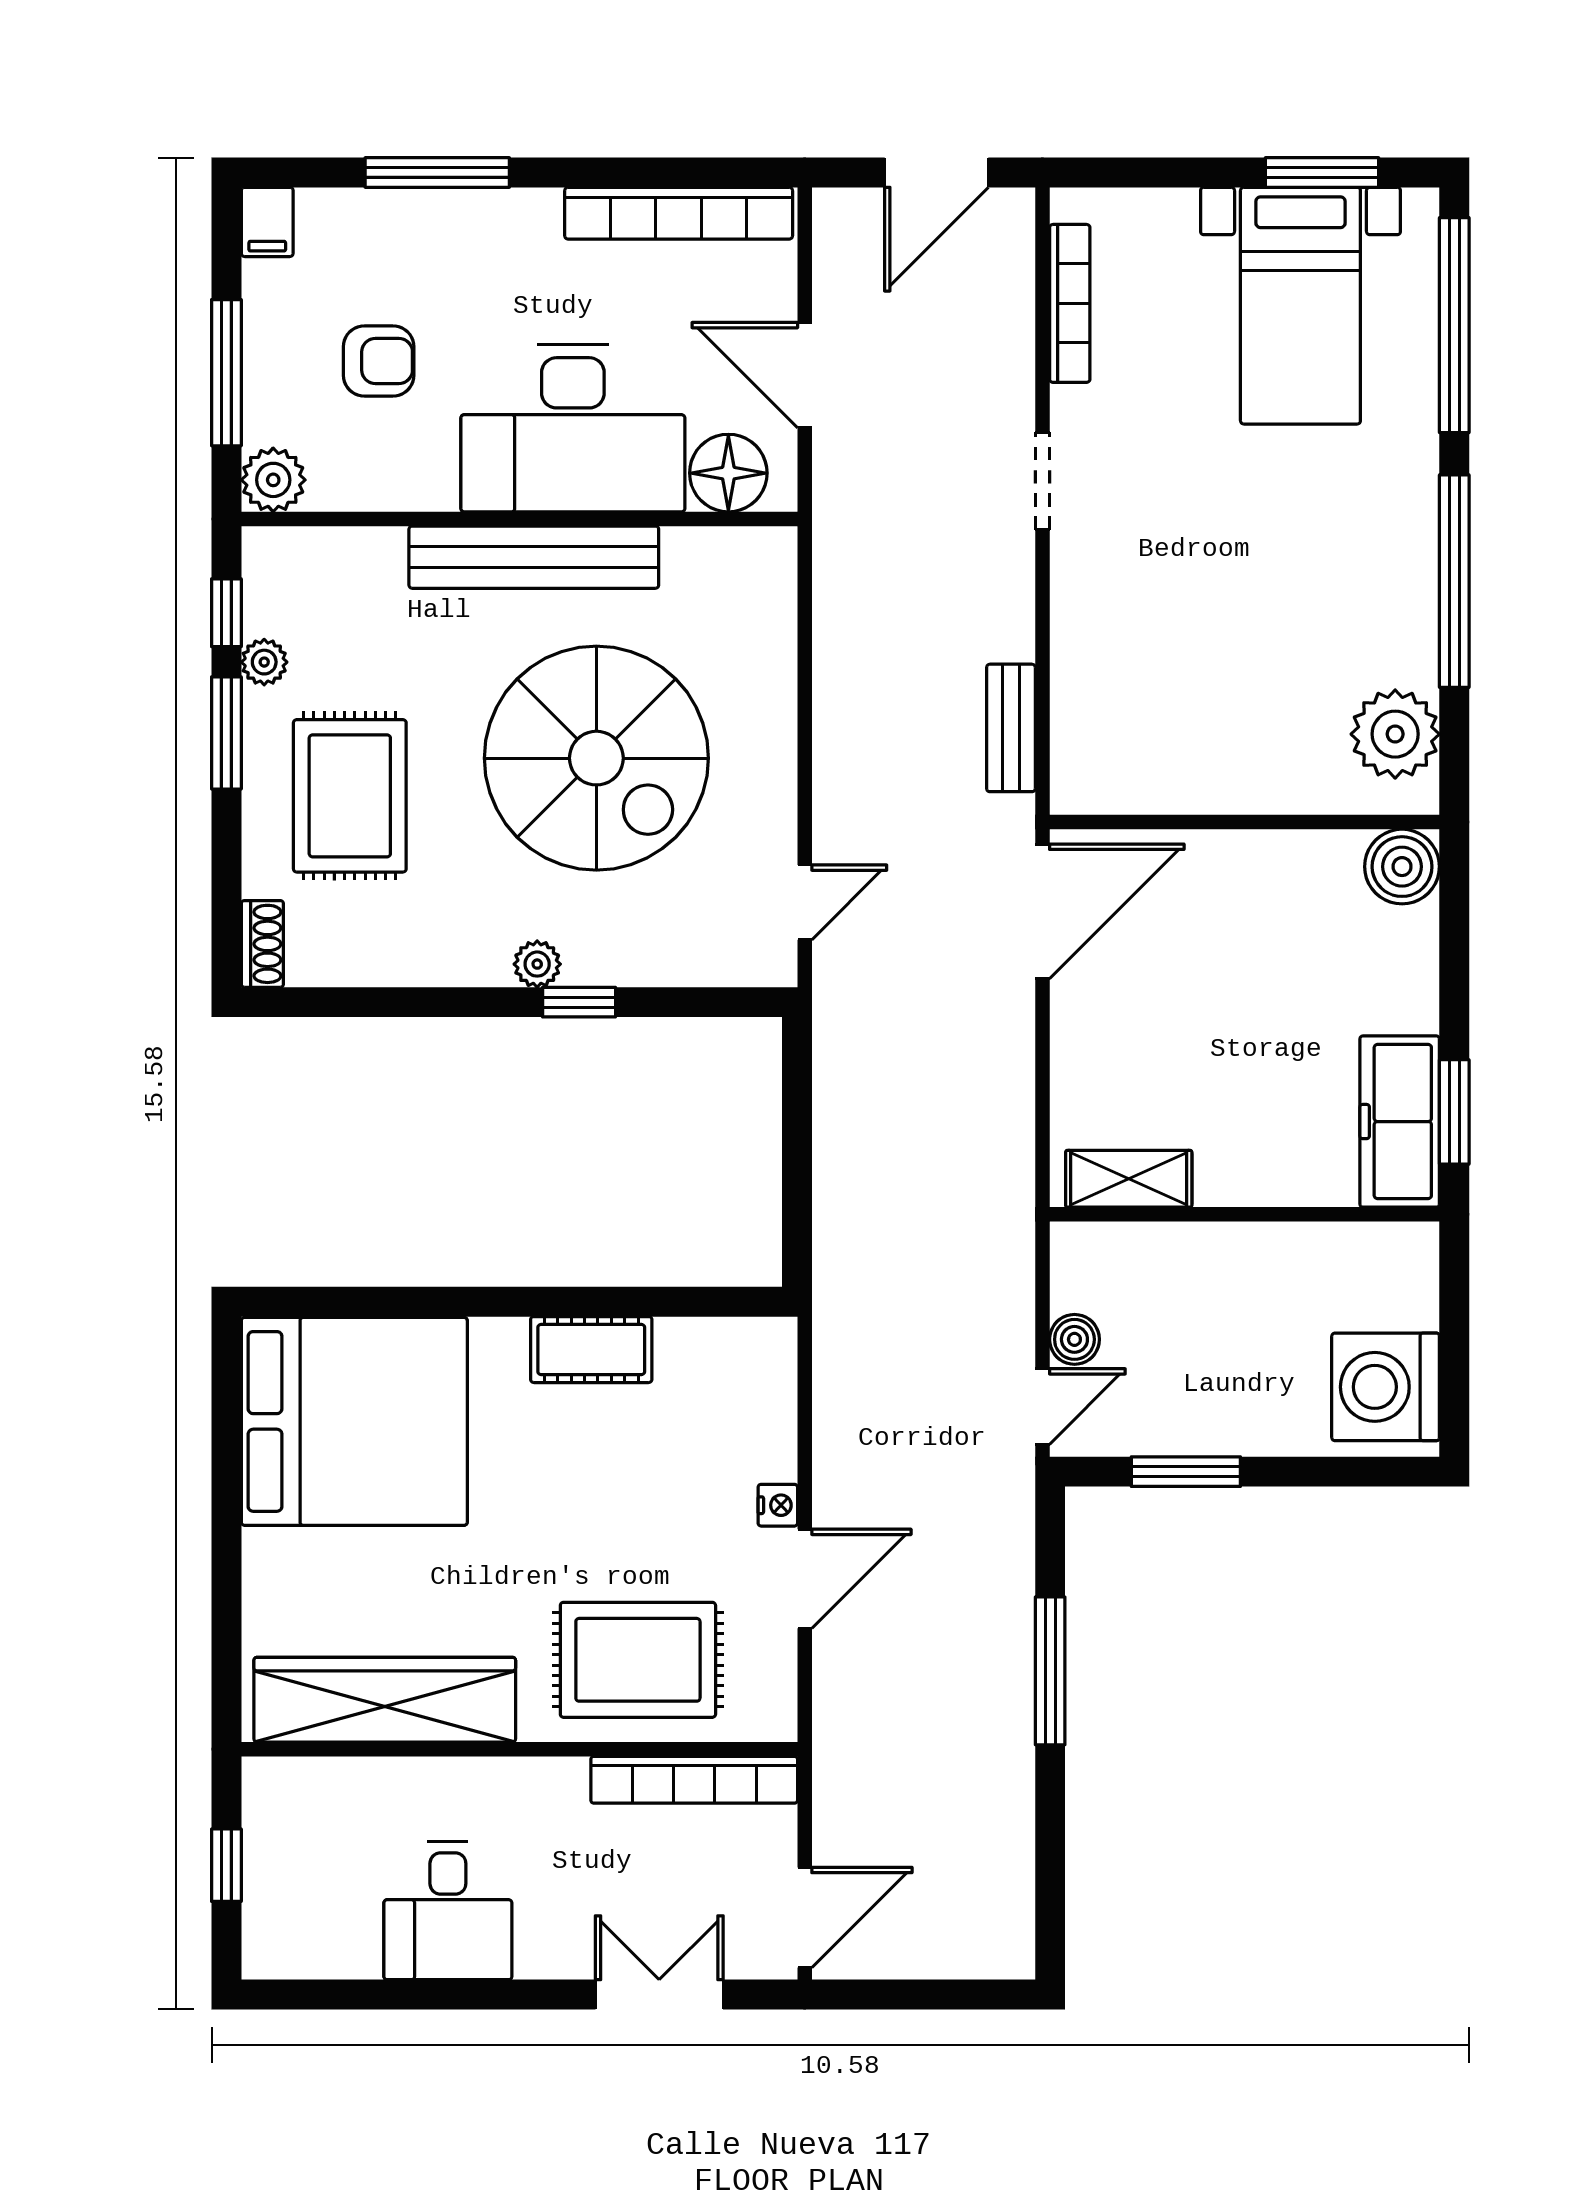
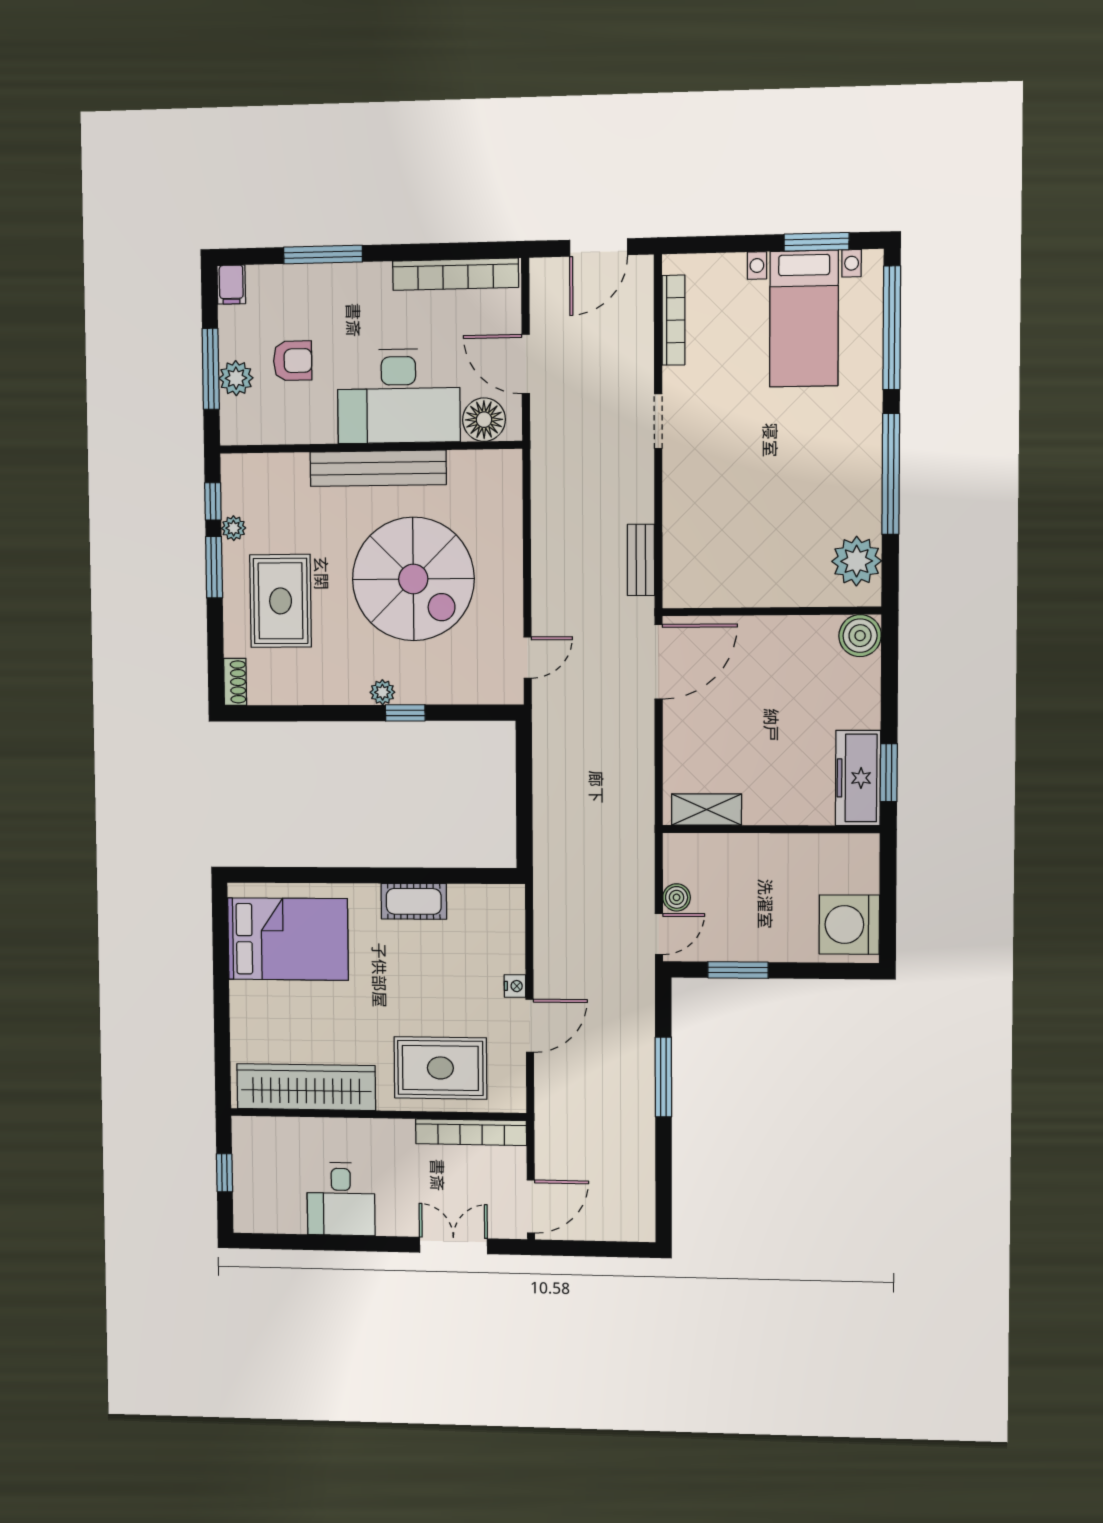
plant: (273, 480) -> (236, 378), moved
bed: (354, 1421) -> (288, 939), width x0.73

